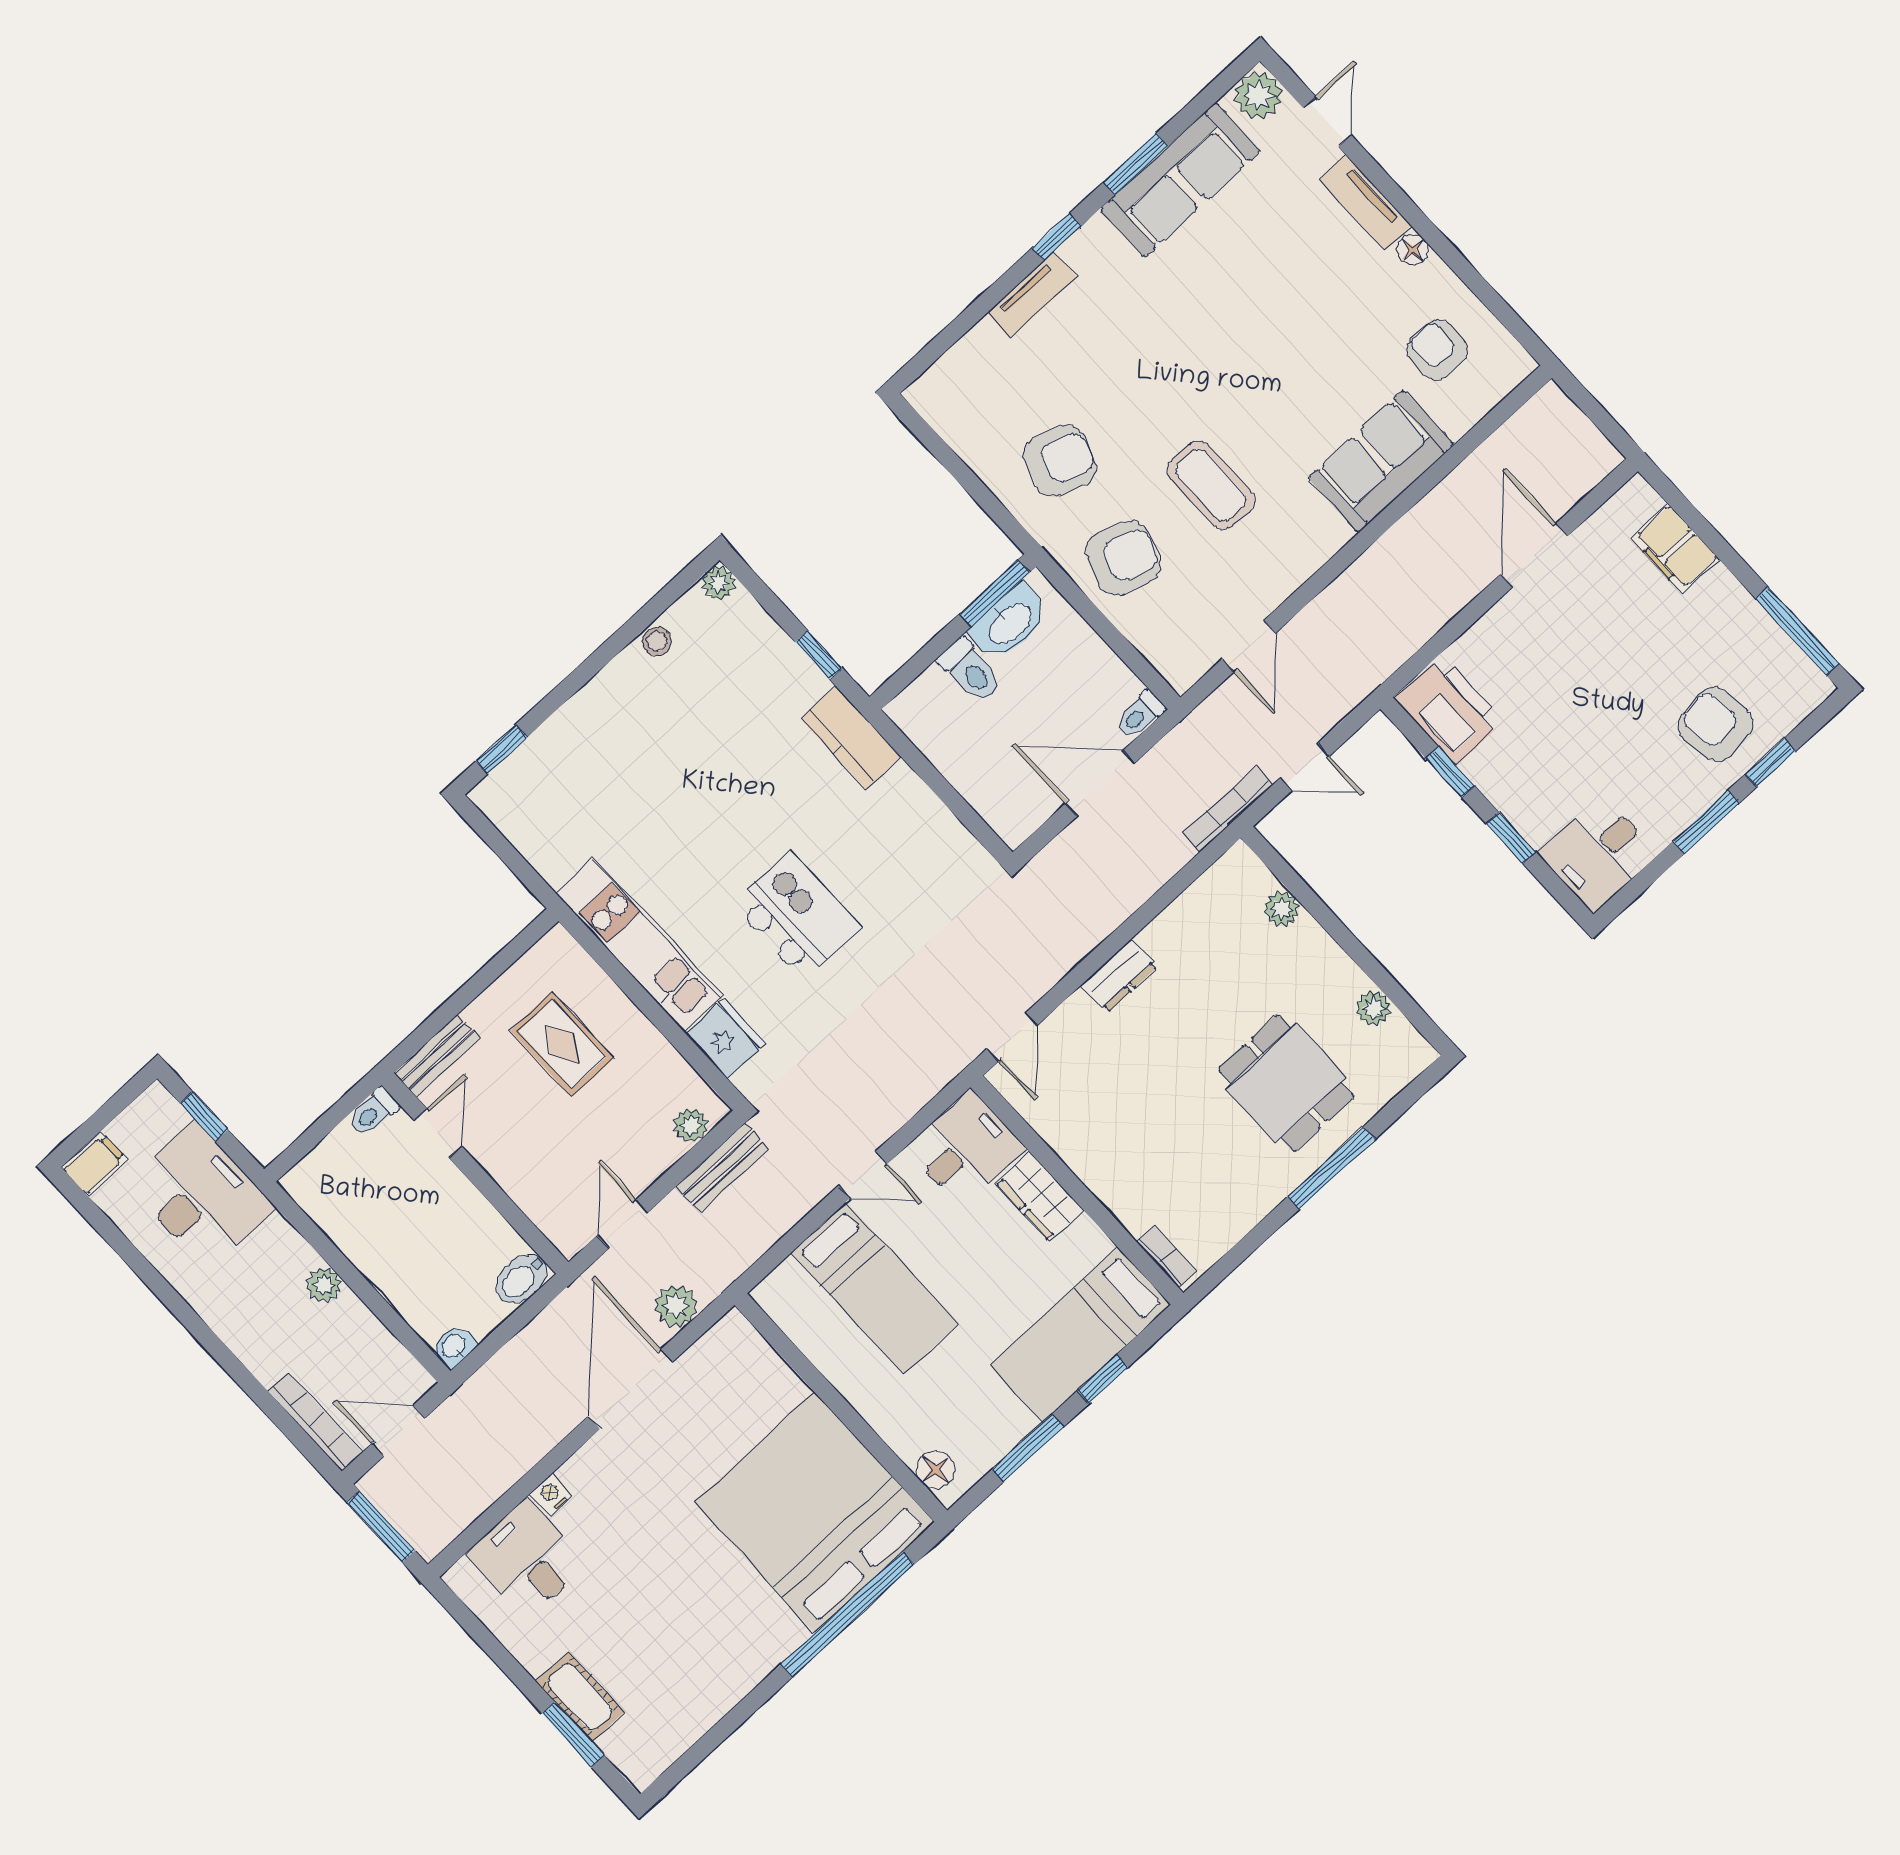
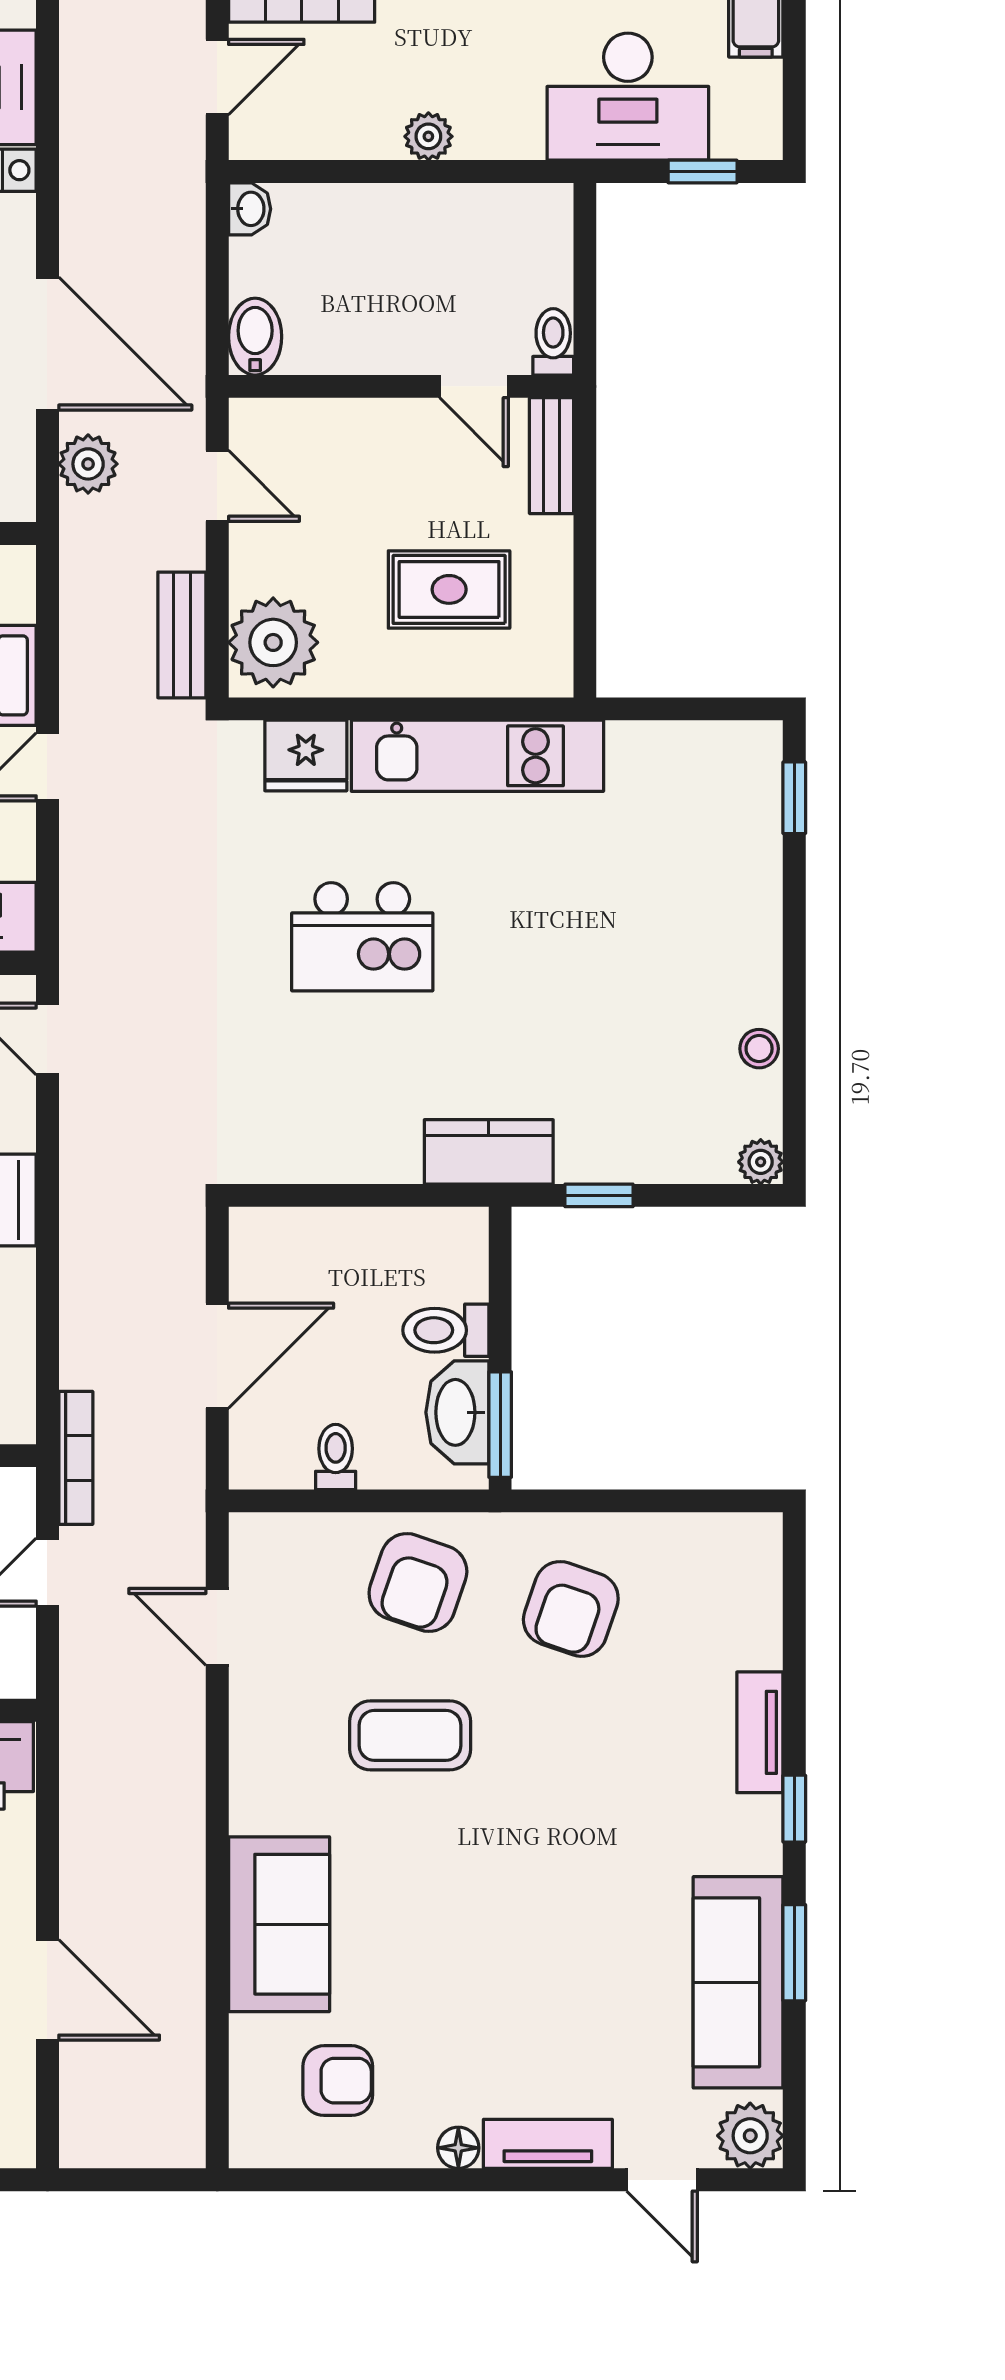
toilet: (1140, 715) -> (336, 1457), moved
plant: (691, 1125) -> (273, 642), width x1.88, depth x1.88

